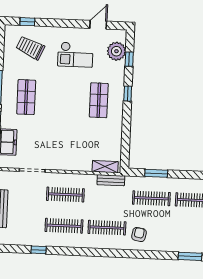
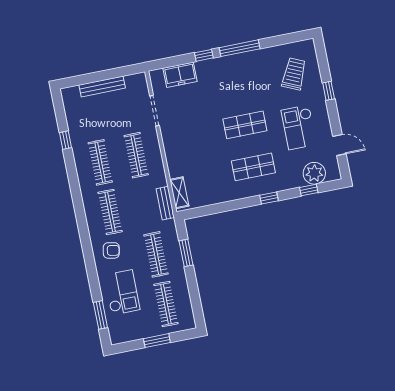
window: (27, 22) -> (329, 91), moved
shop shelf: (26, 97) -> (245, 125), moved
checkout: (176, 234) -> (122, 292), added

